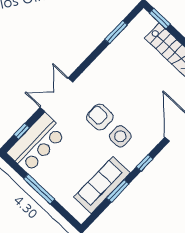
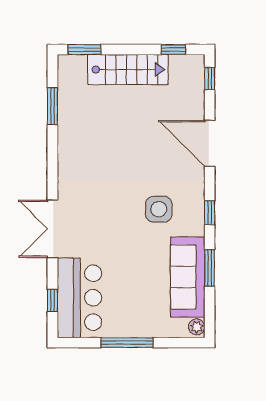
armchair: (100, 117) -> (119, 209), removed
plant: (82, 215) -> (197, 327), added

